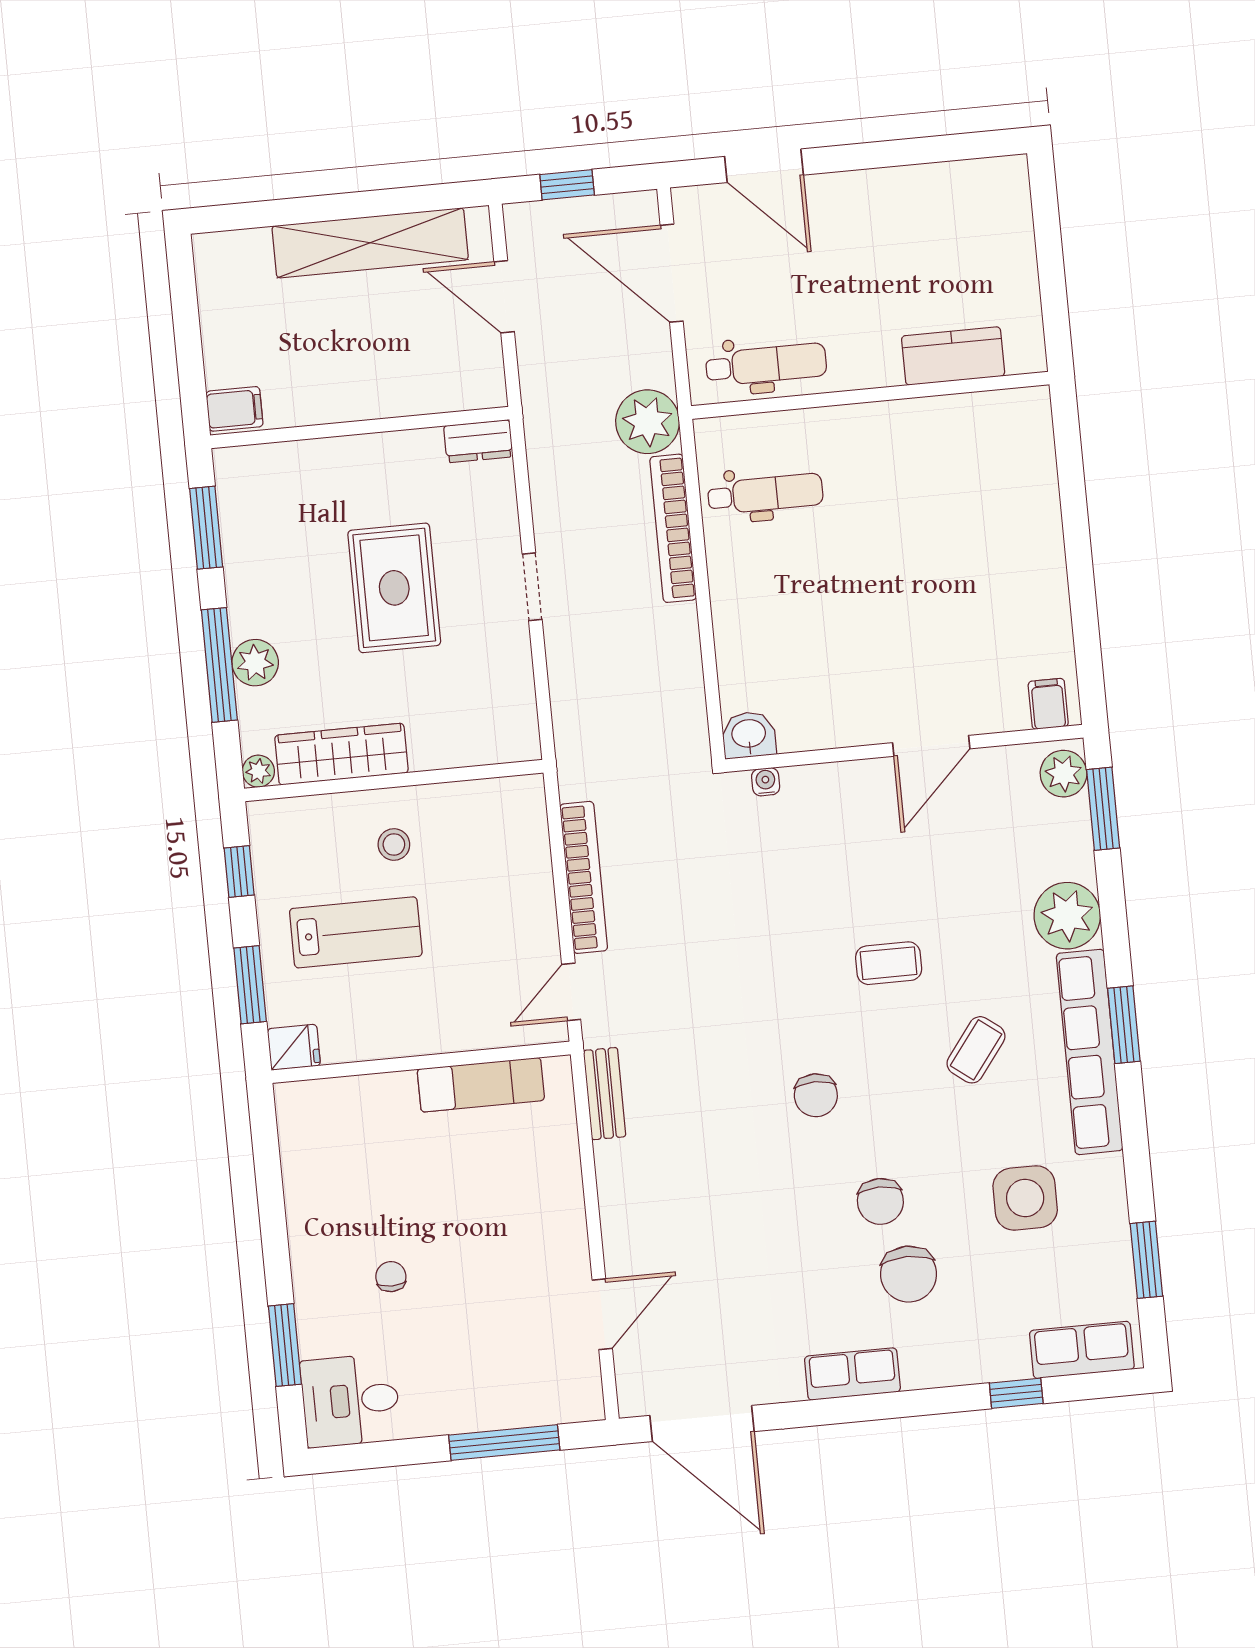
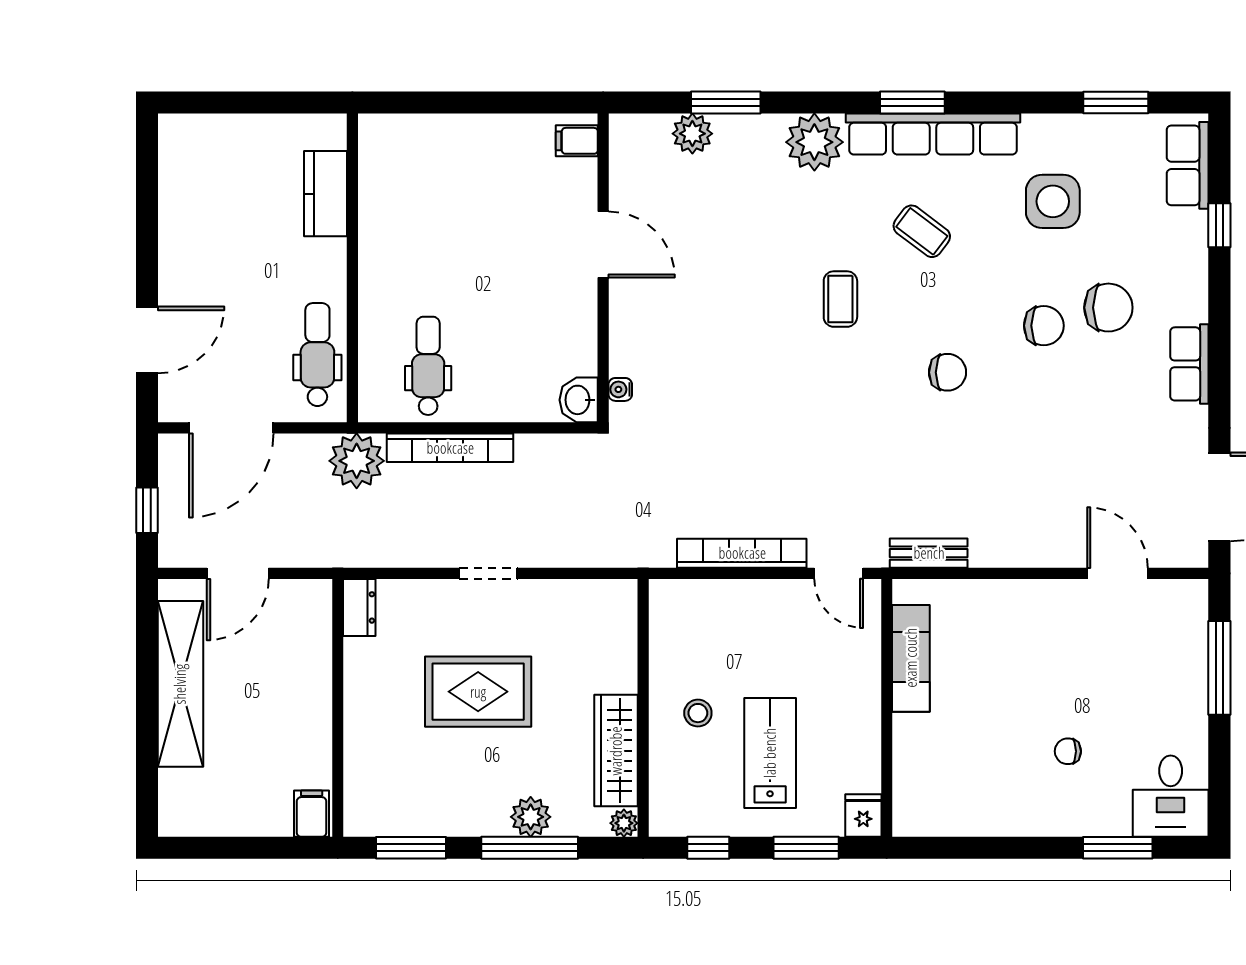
filing cabinet: (1048, 704) -> (577, 141), moved
washbasin: (749, 735) -> (579, 400), moved
door: (931, 746) -> (603, 245), moved
wall: (904, 748) -> (603, 268), moved
water cooler: (766, 782) -> (620, 389), moved

